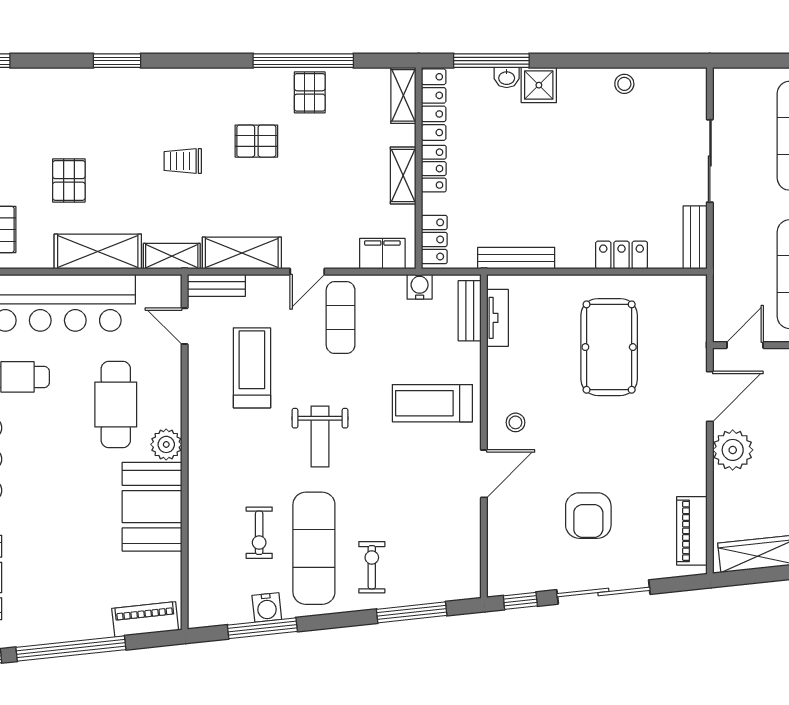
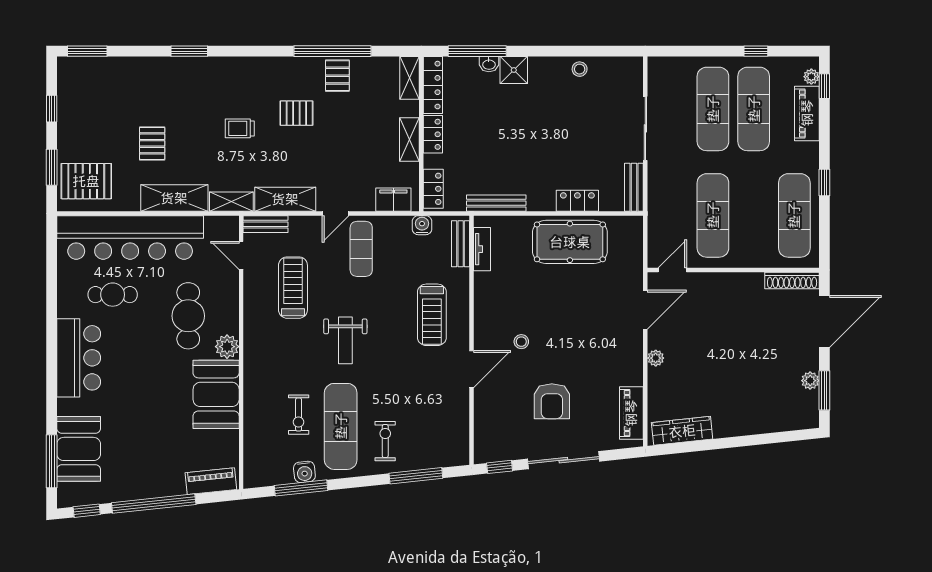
pool table: (609, 347) -> (570, 242), moved, turned 90
treadmill: (432, 403) -> (432, 315), turned -90
stool: (515, 422) -> (521, 342), moved
plant: (733, 450) -> (656, 358), width x0.53, depth x0.53

